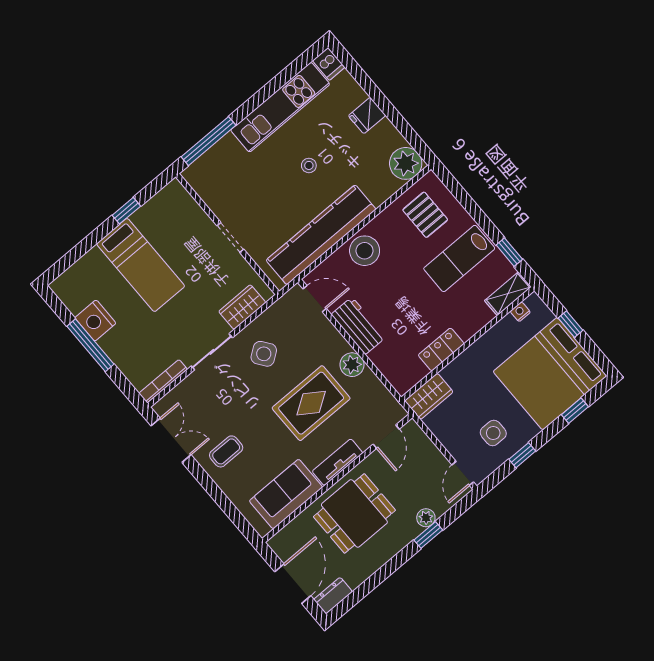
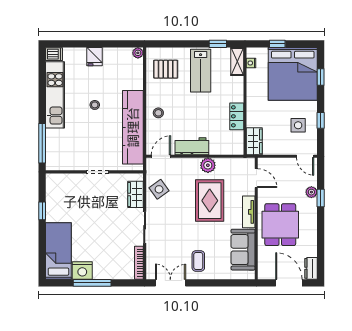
plant: (406, 163) -> (138, 53), width x0.53, depth x0.53
stool: (365, 251) -> (158, 113), width x0.53, depth x0.53
bed: (141, 265) -> (58, 251), moved, turned -90
side table: (264, 354) -> (159, 189), moved

